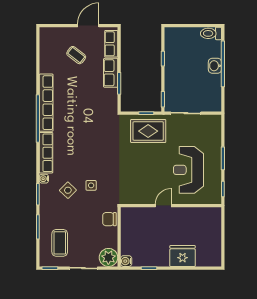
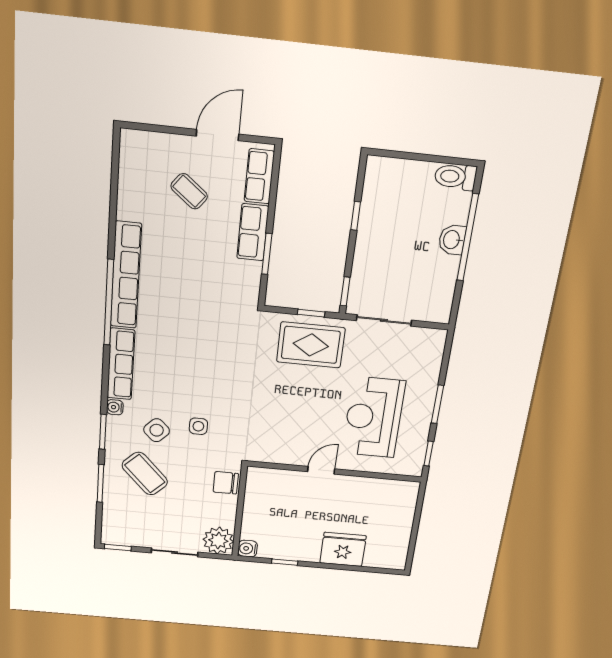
coffee table: (60, 243) -> (145, 474), moved, turned -44

